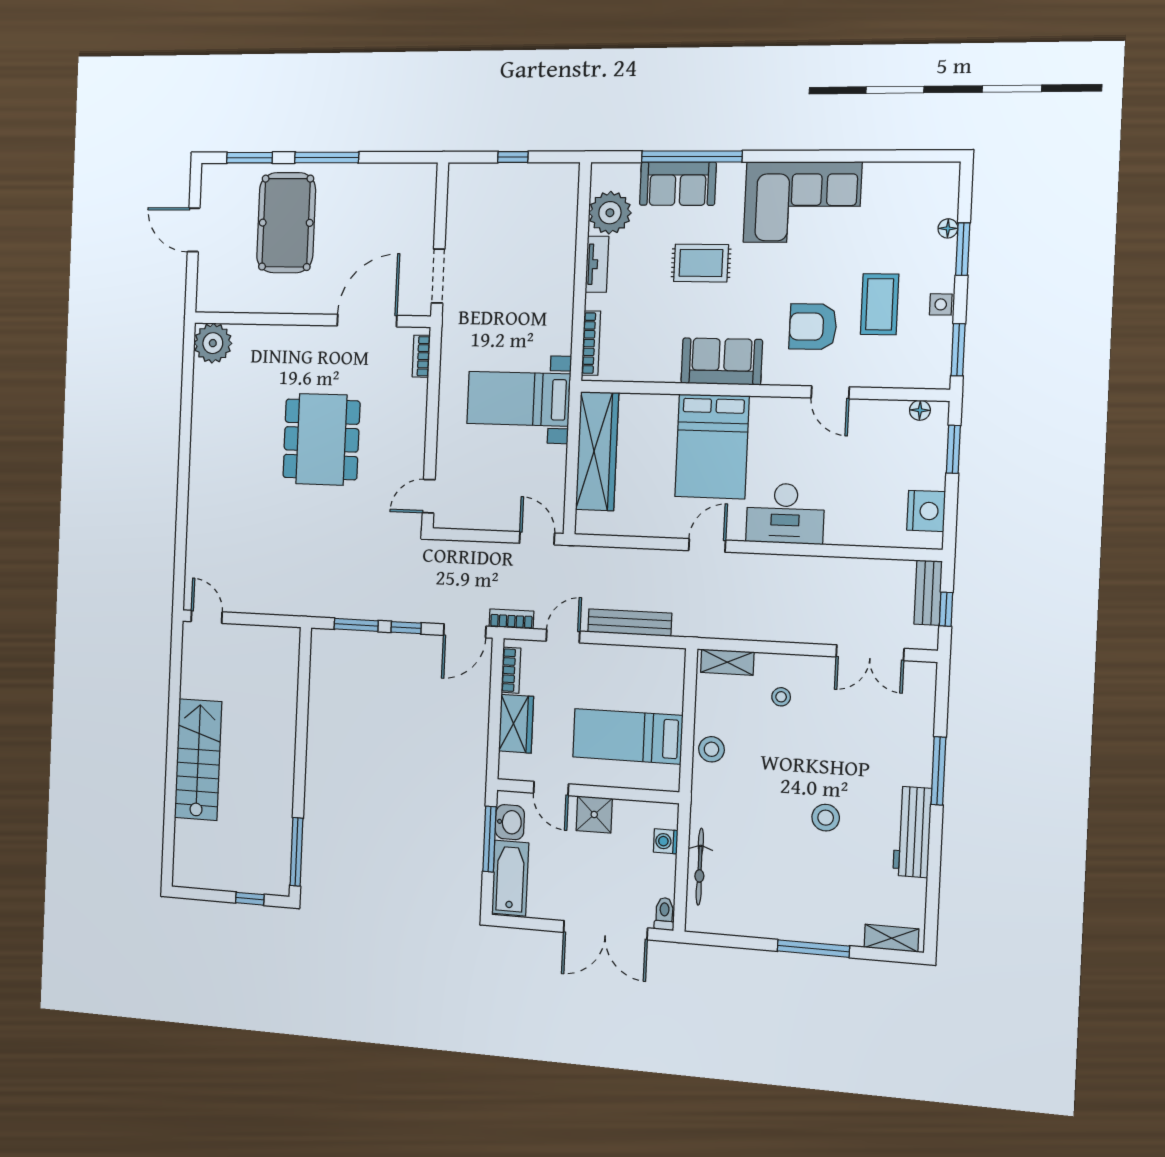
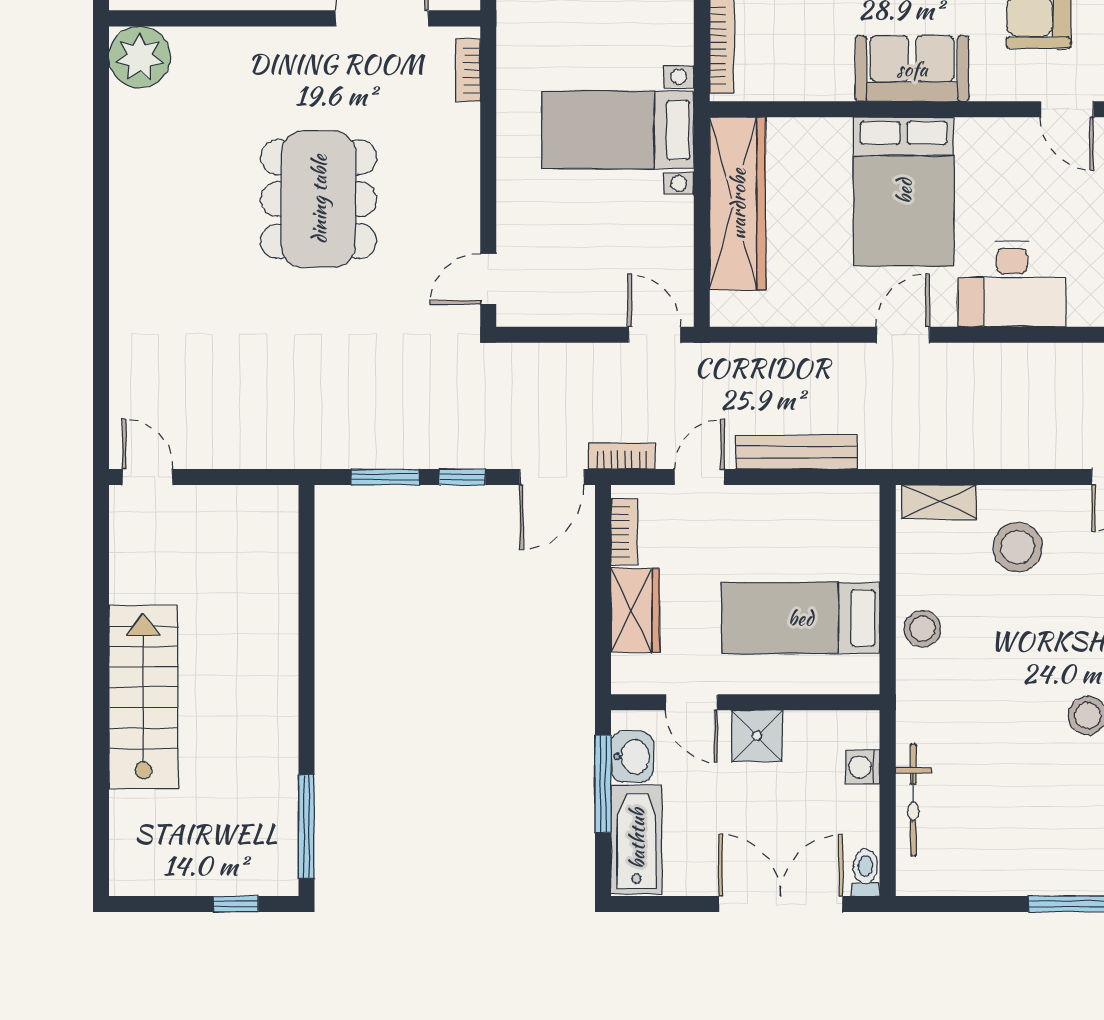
stool: (781, 697) -> (1018, 547), width x1.89, depth x1.89
double door: (605, 930) -> (781, 904), swing flipped

